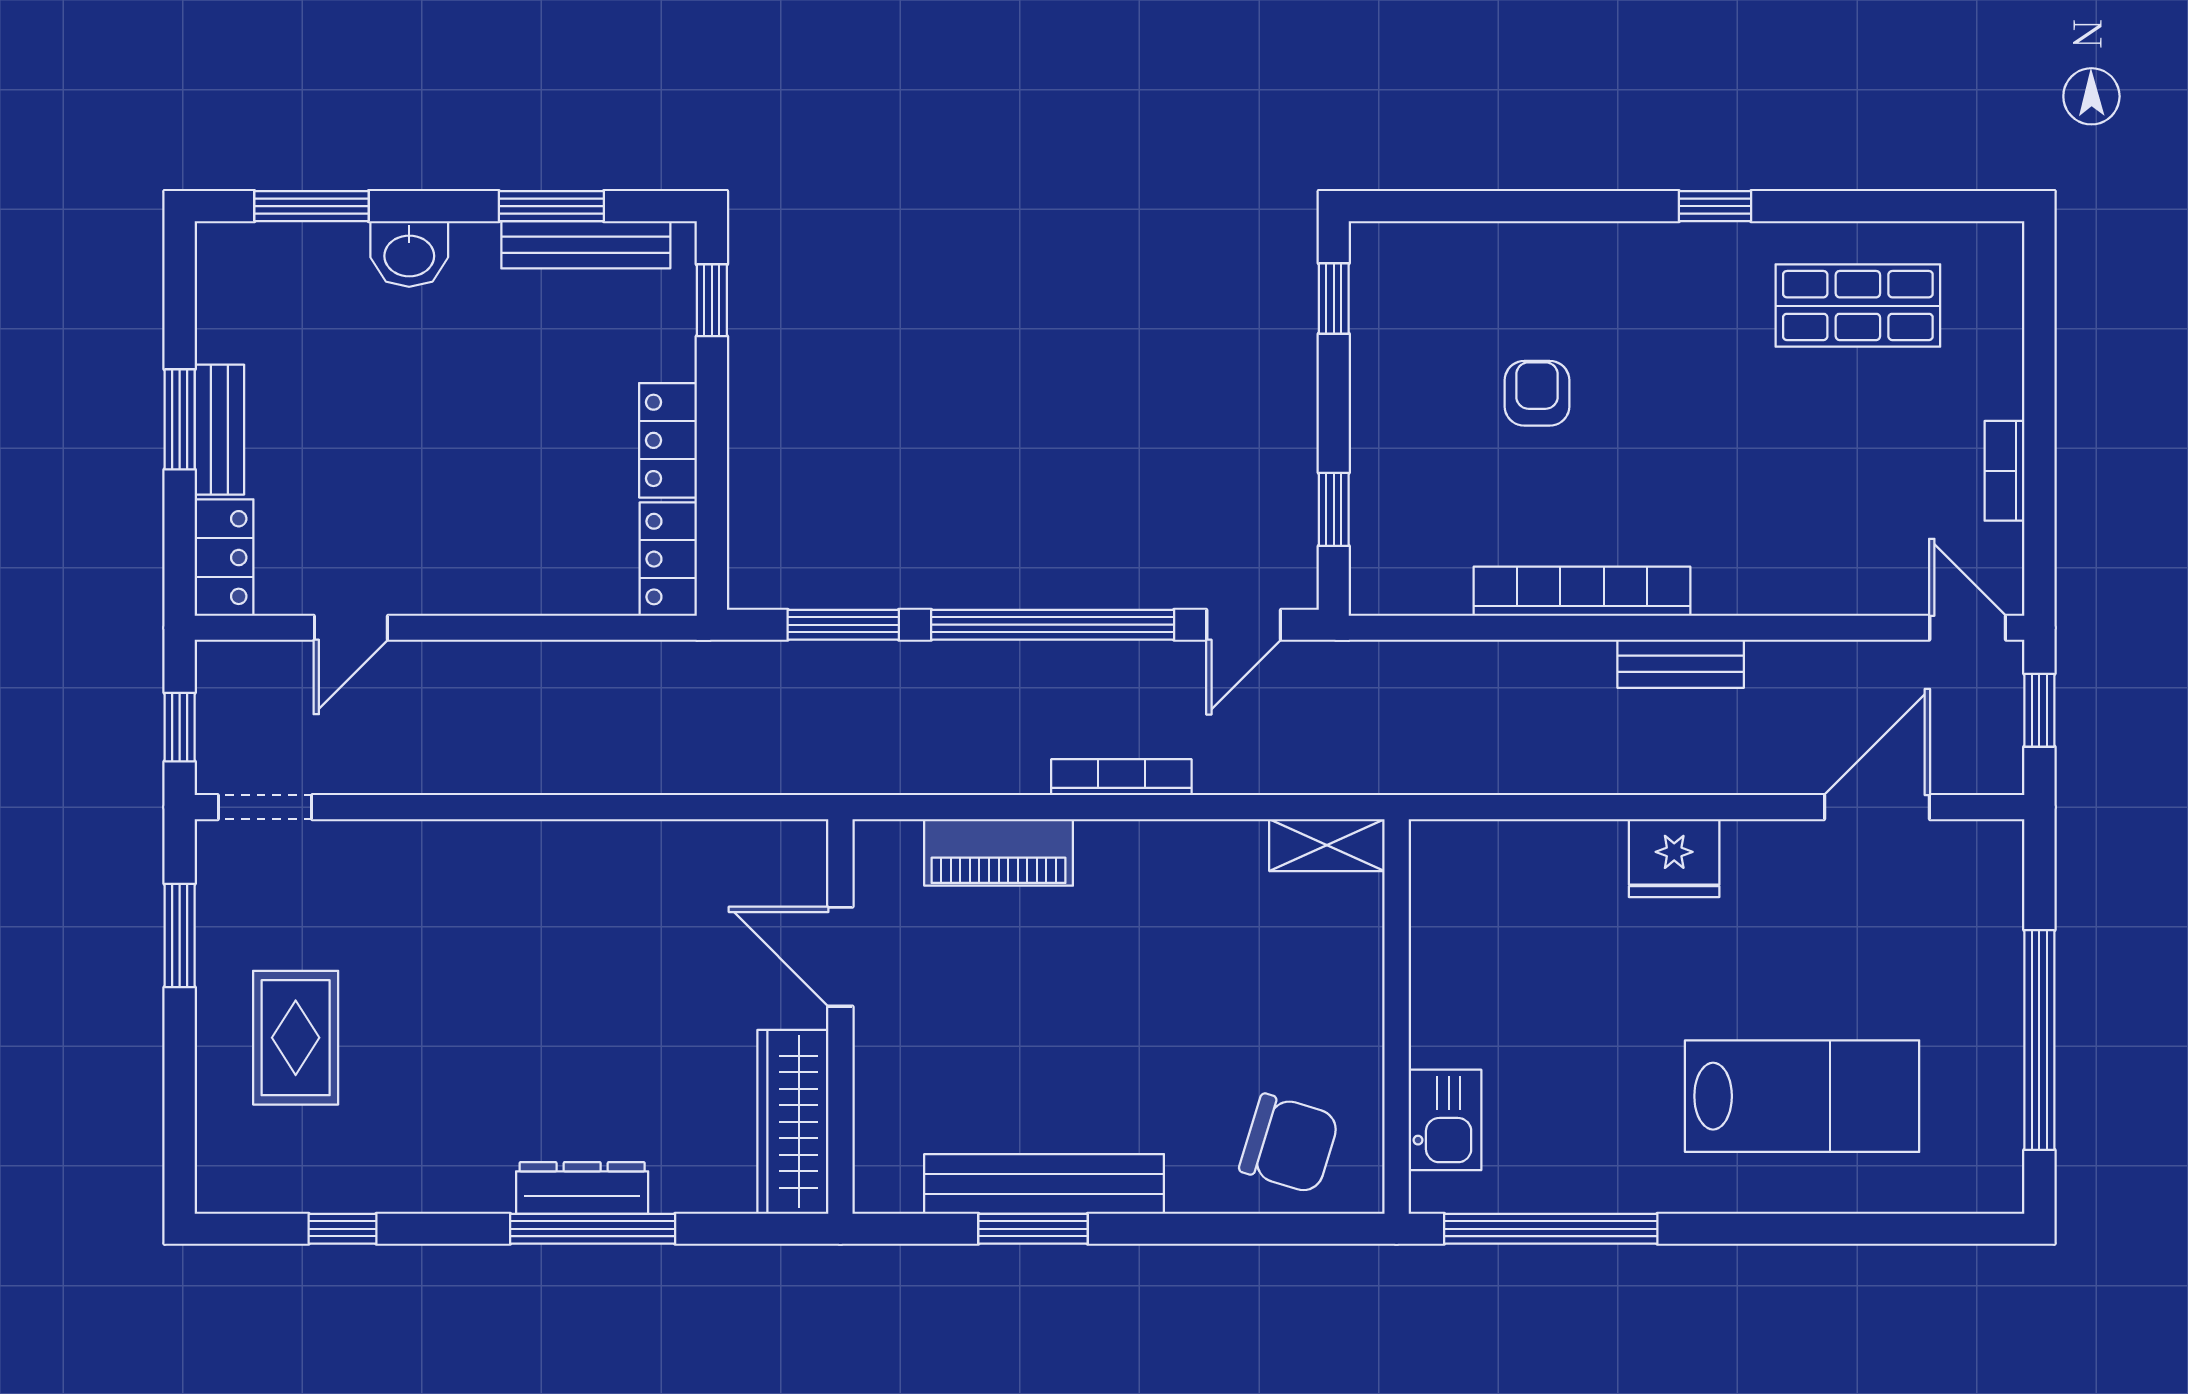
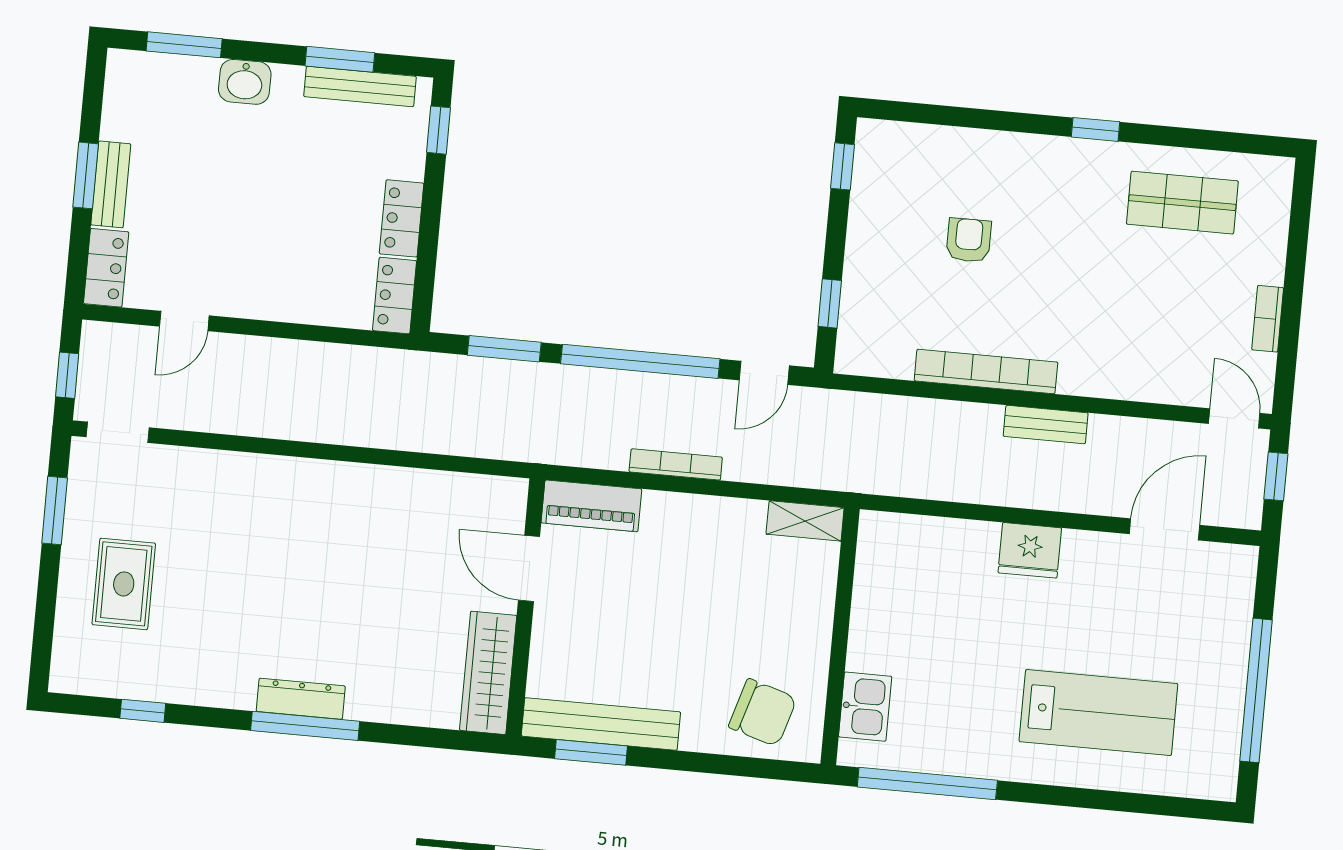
door: (840, 957) -> (529, 568), moved
wall: (840, 1016) -> (525, 607), moved
wardrobe: (793, 1122) -> (488, 673), moved

